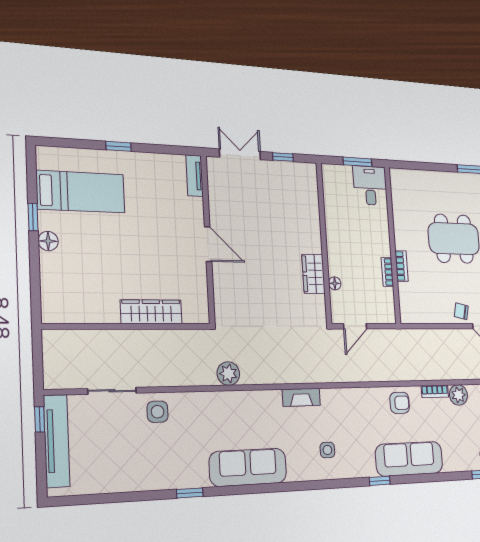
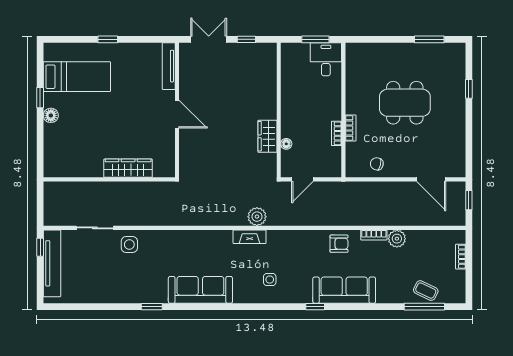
tv unit: (195, 176) -> (169, 66), width x1.41
chair: (461, 311) -> (377, 164), moved
plant: (228, 374) -> (257, 217), moved

